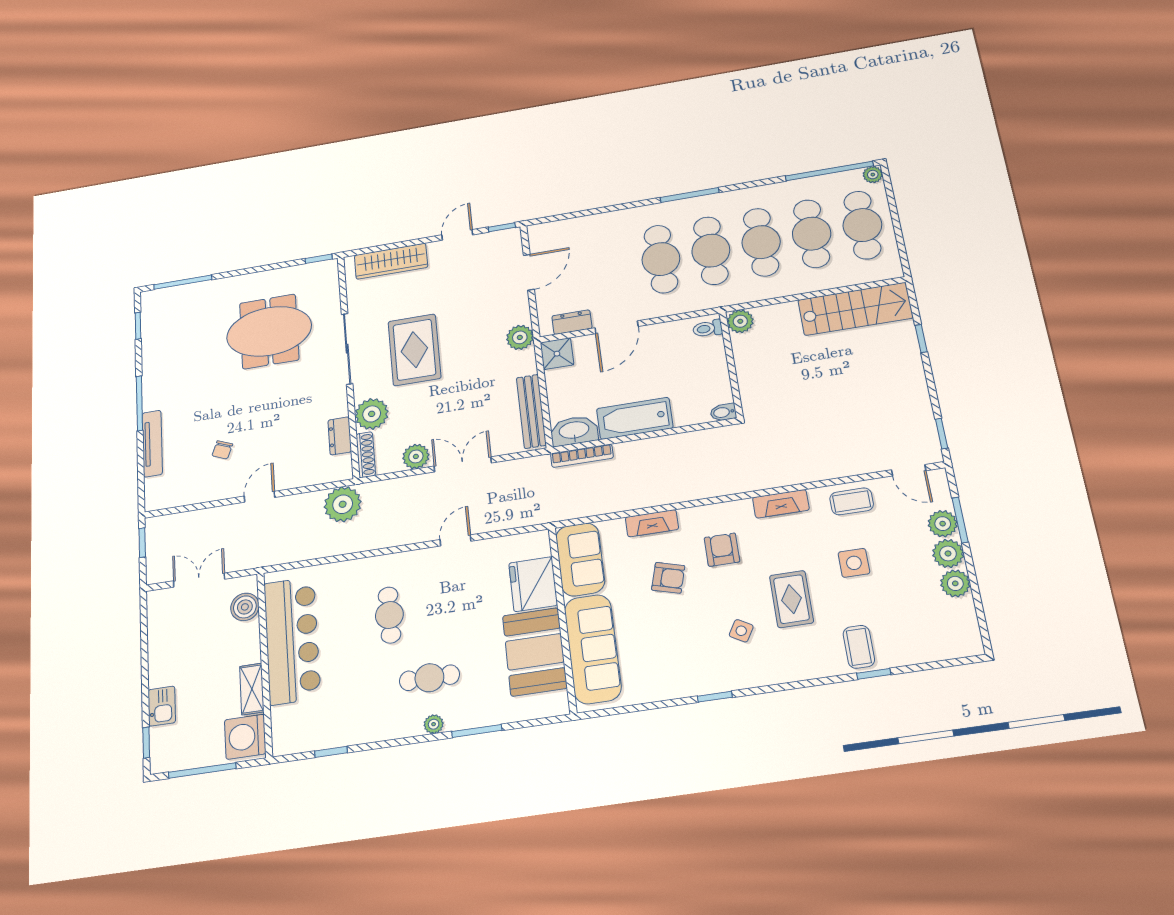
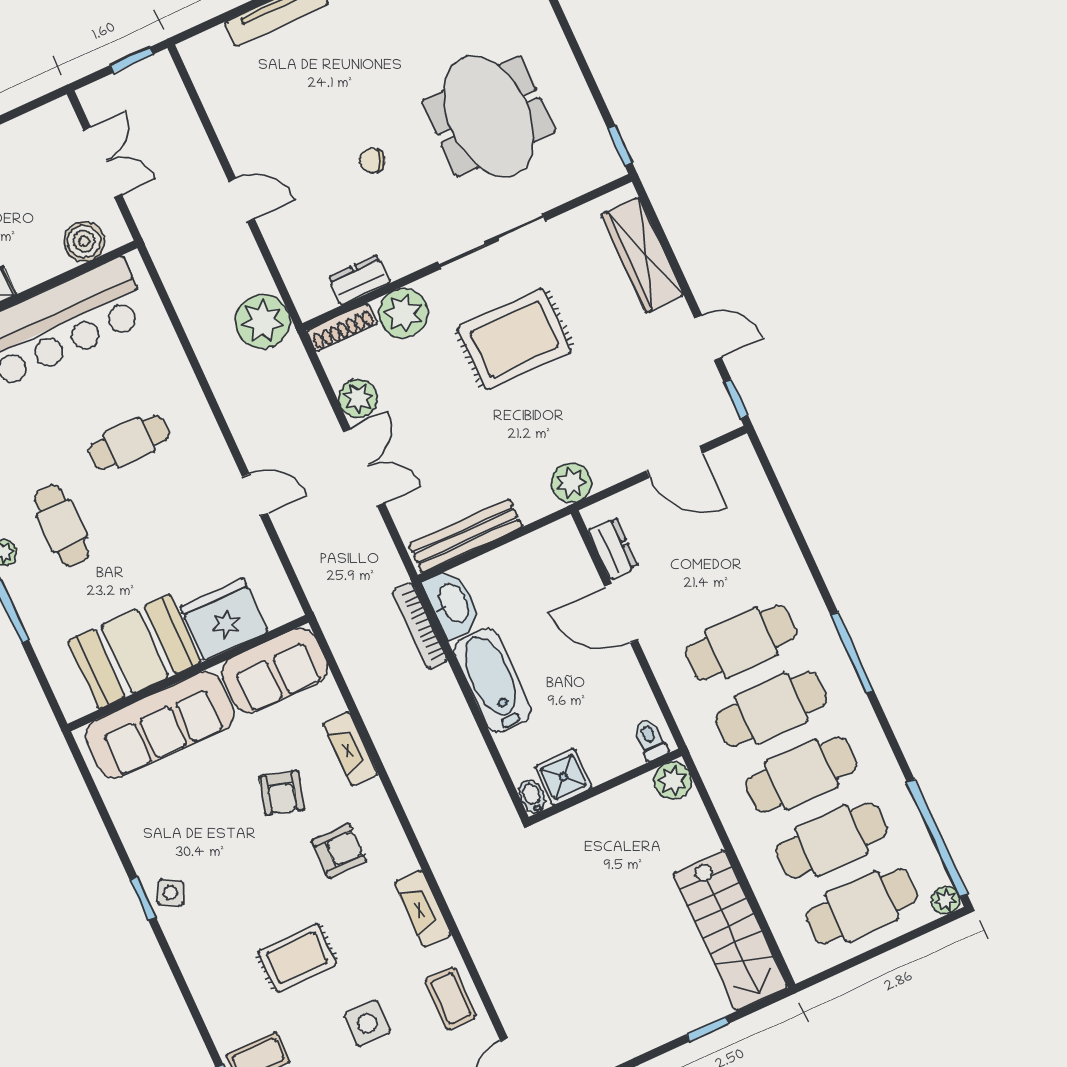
shower: (557, 354) -> (563, 777), moved
chair: (222, 450) -> (372, 161), moved
side table: (741, 631) -> (170, 893), moved

